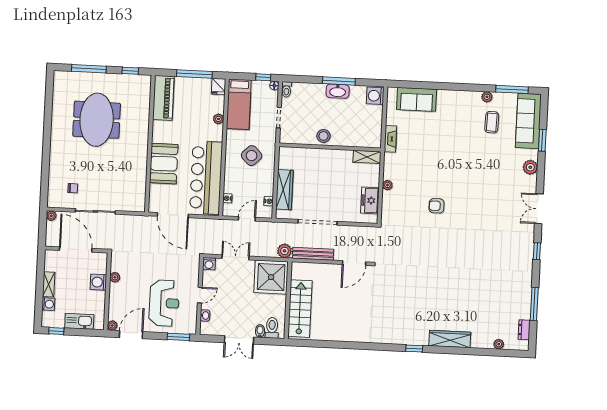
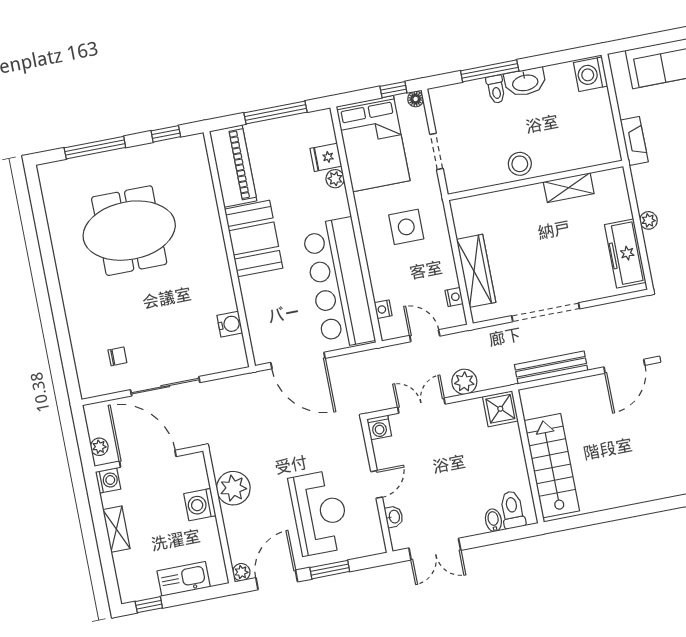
window: (339, 81) -> (490, 71), moved
fridge: (219, 86) -> (326, 157), moved, turned 90
toilet: (286, 89) -> (496, 89), moved
bed: (239, 104) -> (373, 144), width x1.50
meeting table: (97, 120) -> (129, 231), turned 90
side table: (252, 156) -> (406, 227), turned 45
shelving: (367, 157) -> (569, 188), moved
booth: (164, 164) -> (254, 239), moved
water cooler: (140, 186) -> (230, 324), added
freezer: (370, 200) -> (625, 254), width x1.40
plant: (51, 216) -> (99, 447), moved
door: (247, 219) -> (425, 336), hinge flipped
plant: (284, 251) -> (464, 382), moved
plant: (115, 277) -> (233, 488), width x1.88, depth x1.88
shower: (271, 277) -> (500, 409), width x0.54, depth x0.54
washing machine: (48, 304) -> (108, 480), moved
window: (178, 337) -> (330, 570), moved
double door: (239, 340) -> (435, 549), moved

